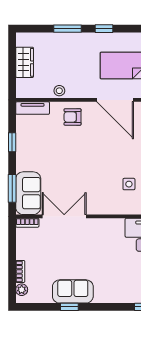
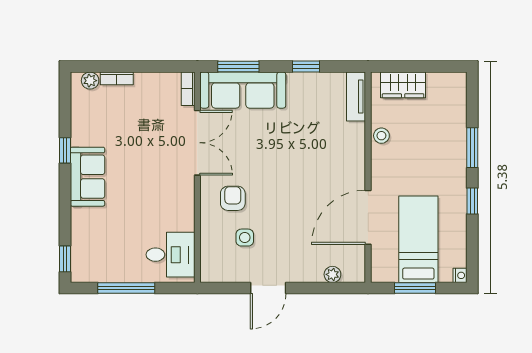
wardrobe: (25, 62) -> (403, 85), moved
armchair: (72, 117) -> (233, 198), moved
sofa: (28, 193) -> (243, 90), width x1.36
sofa: (73, 291) -> (88, 177), moved

